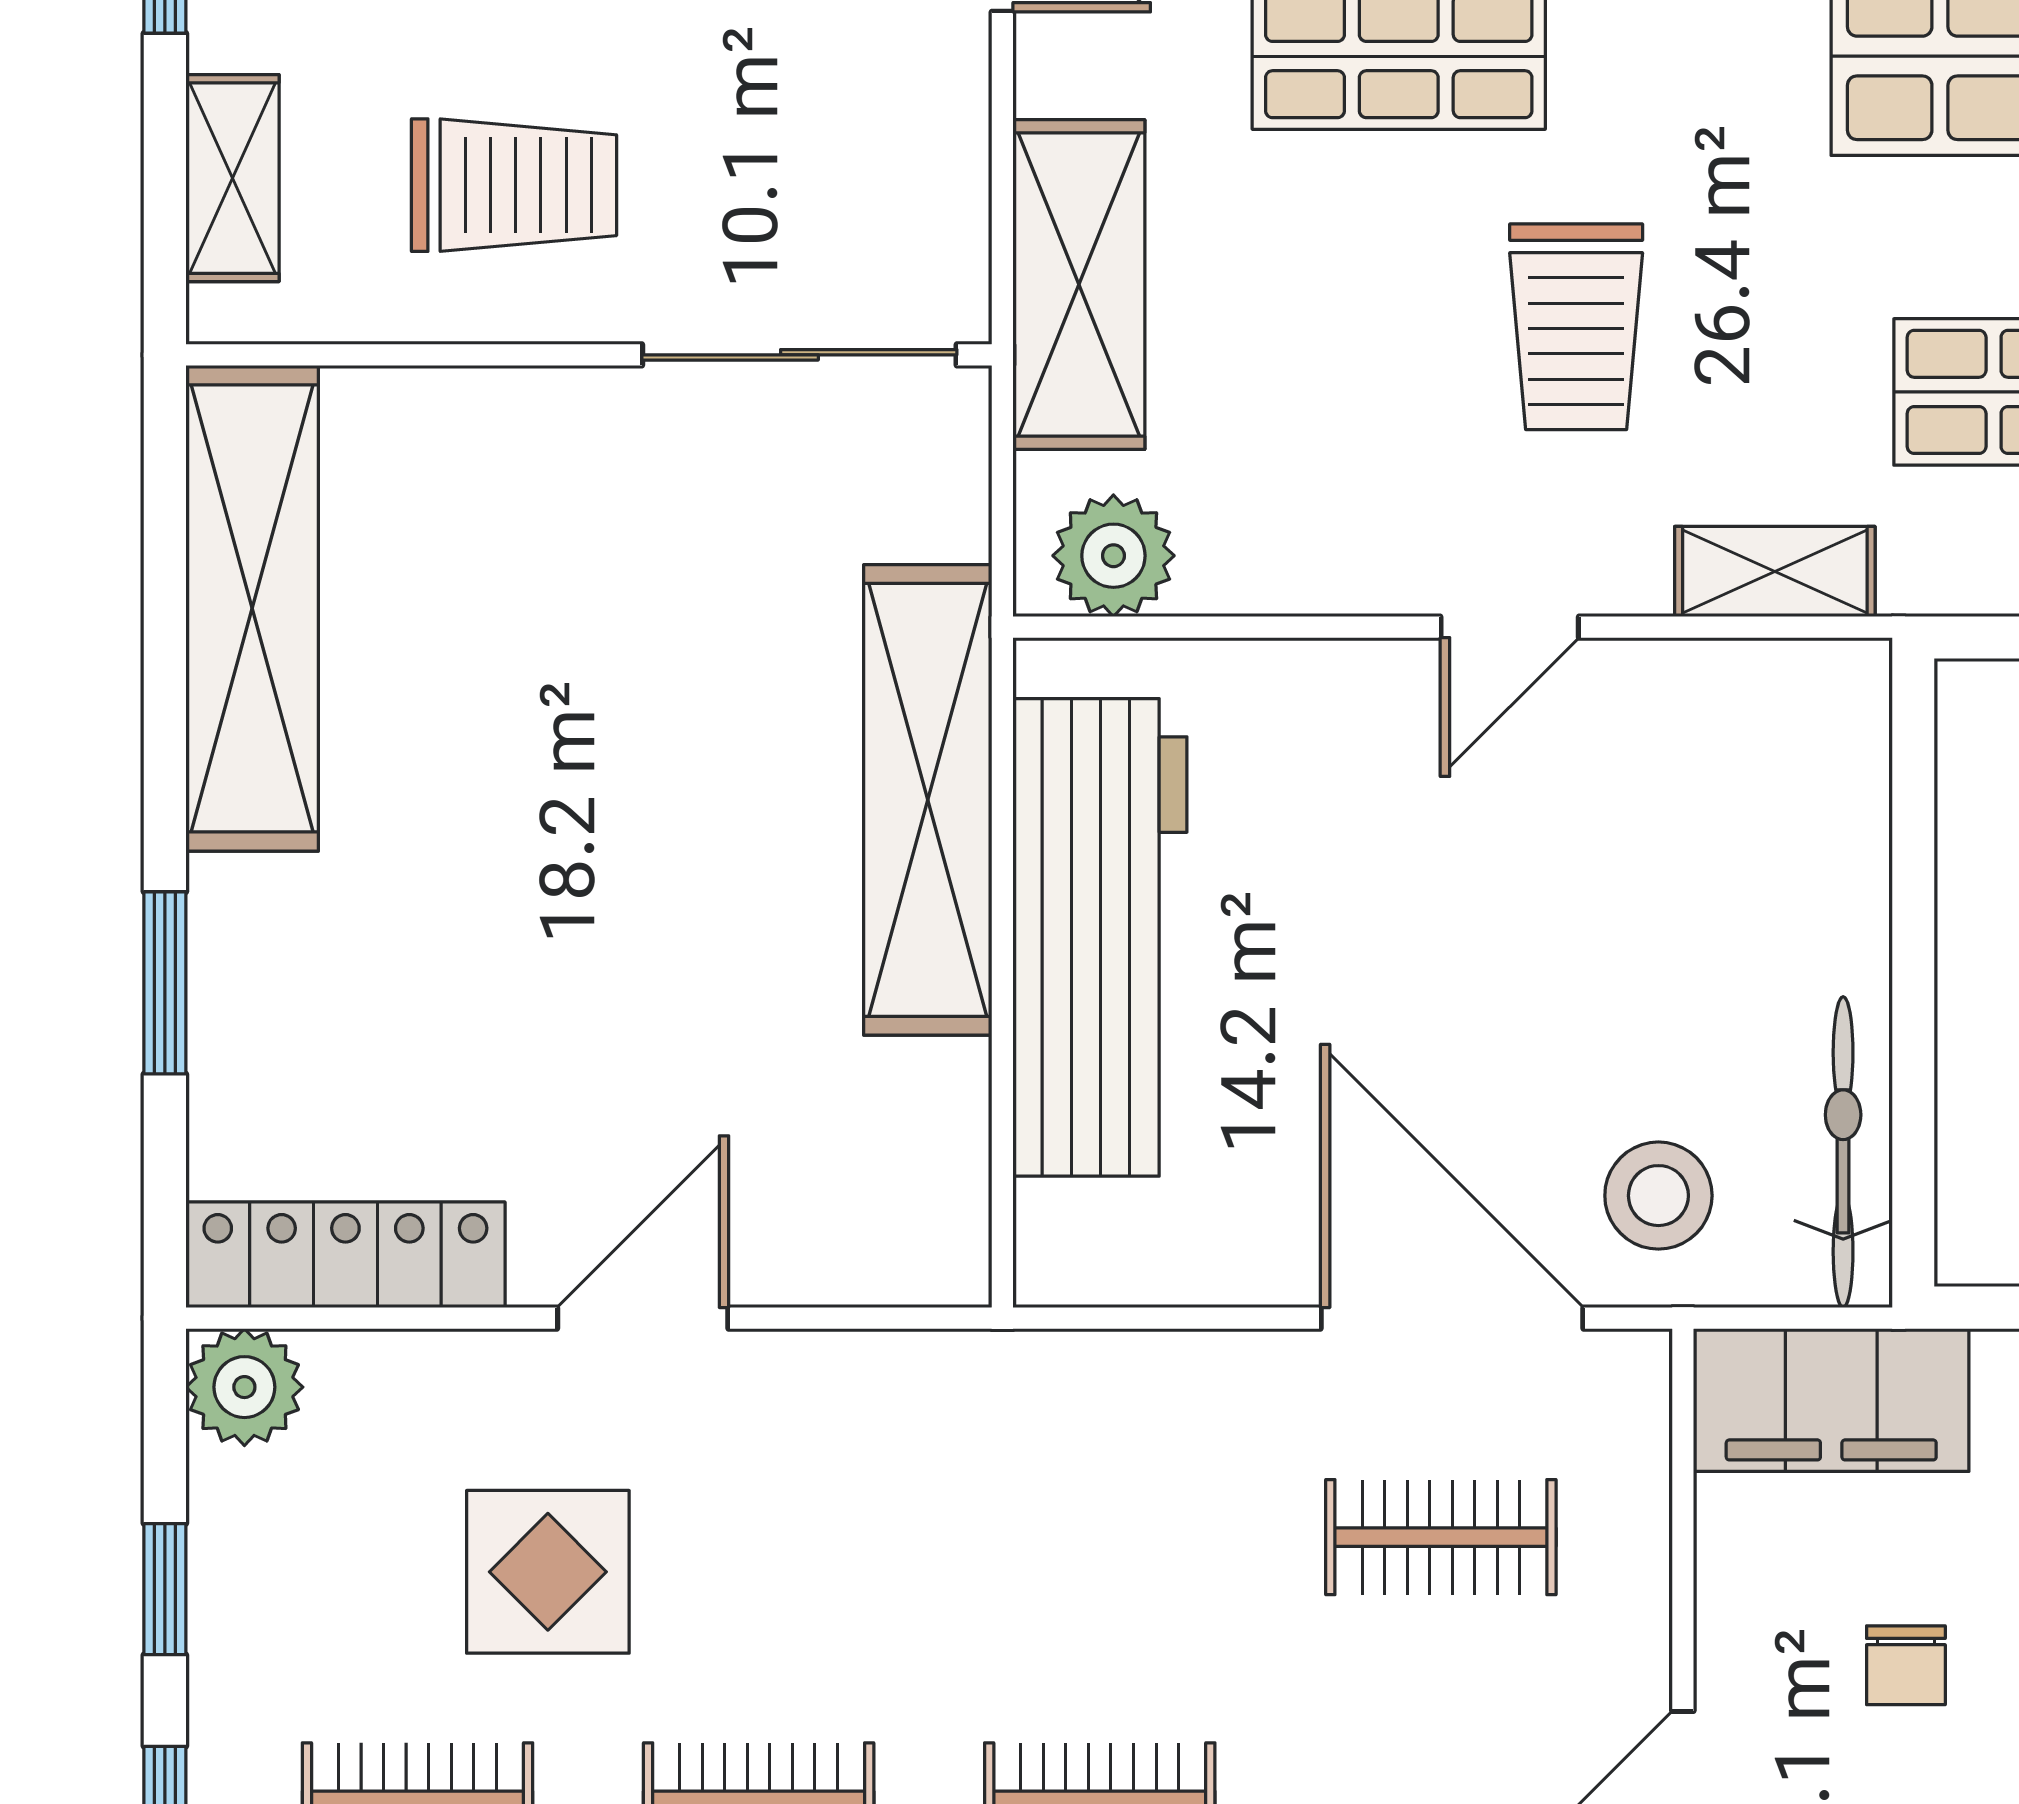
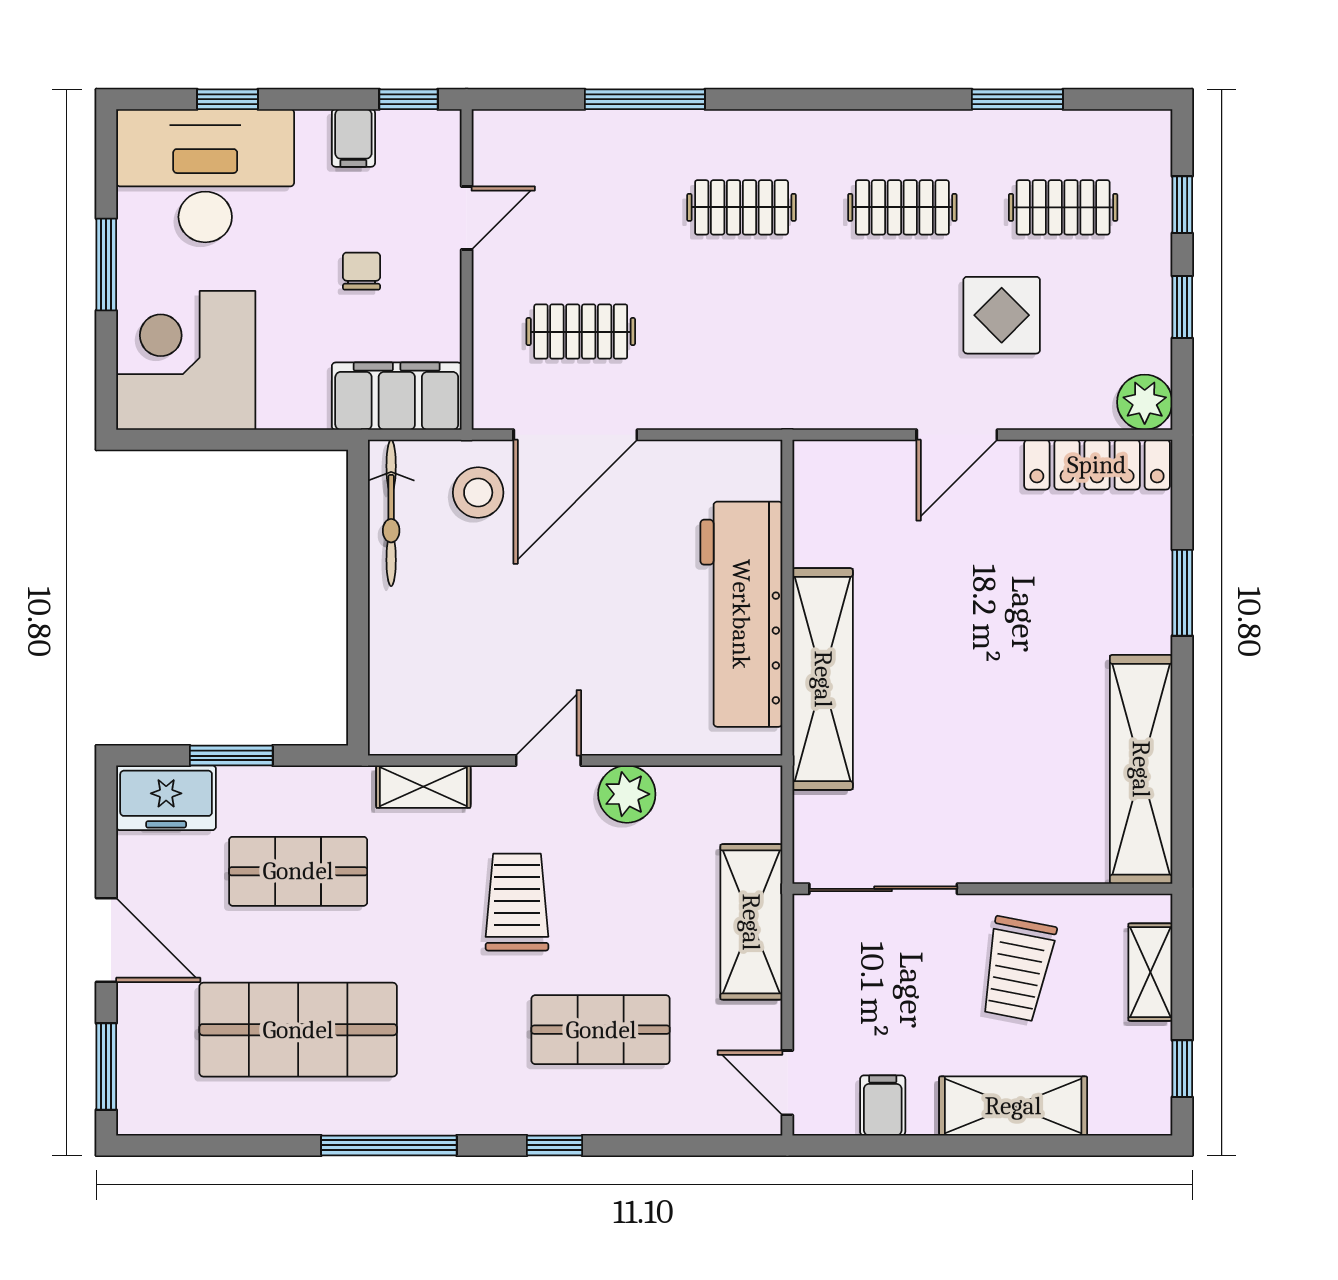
trolley: (514, 185) -> (1018, 969), turned -79
plant: (1113, 556) -> (627, 794), moved
door: (1452, 1318) -> (575, 435), hinge flipped

